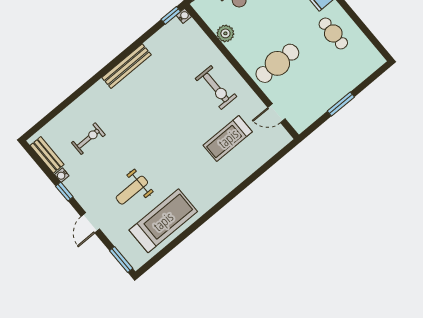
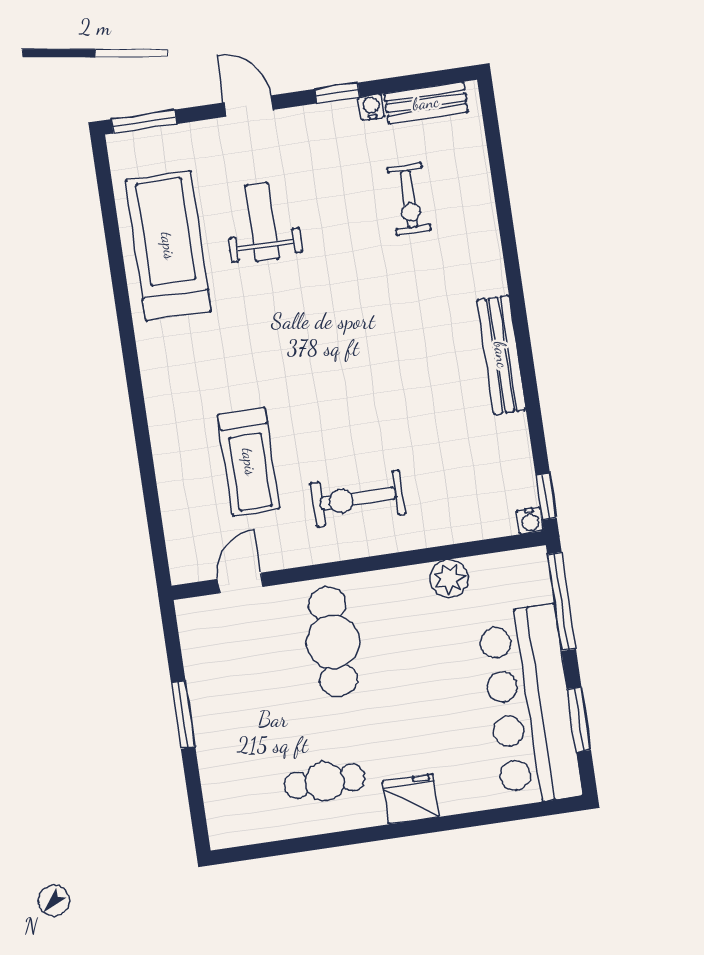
treadmill: (228, 138) -> (249, 462), turned 180
treadmill: (163, 221) -> (168, 246), turned 180

